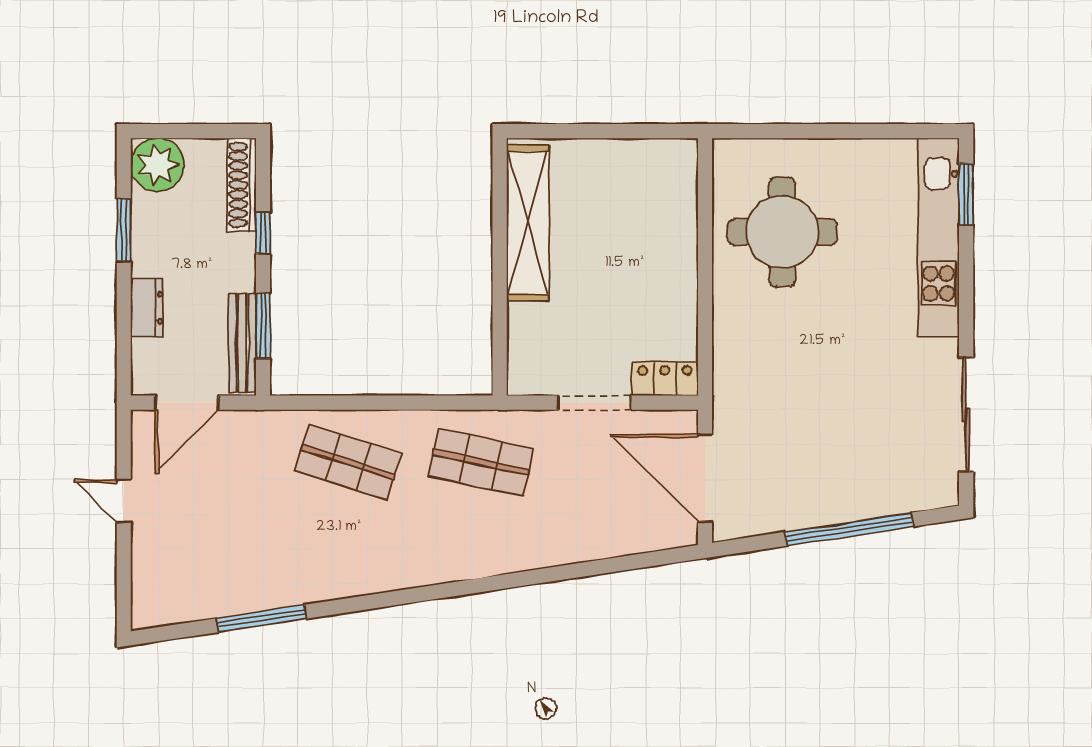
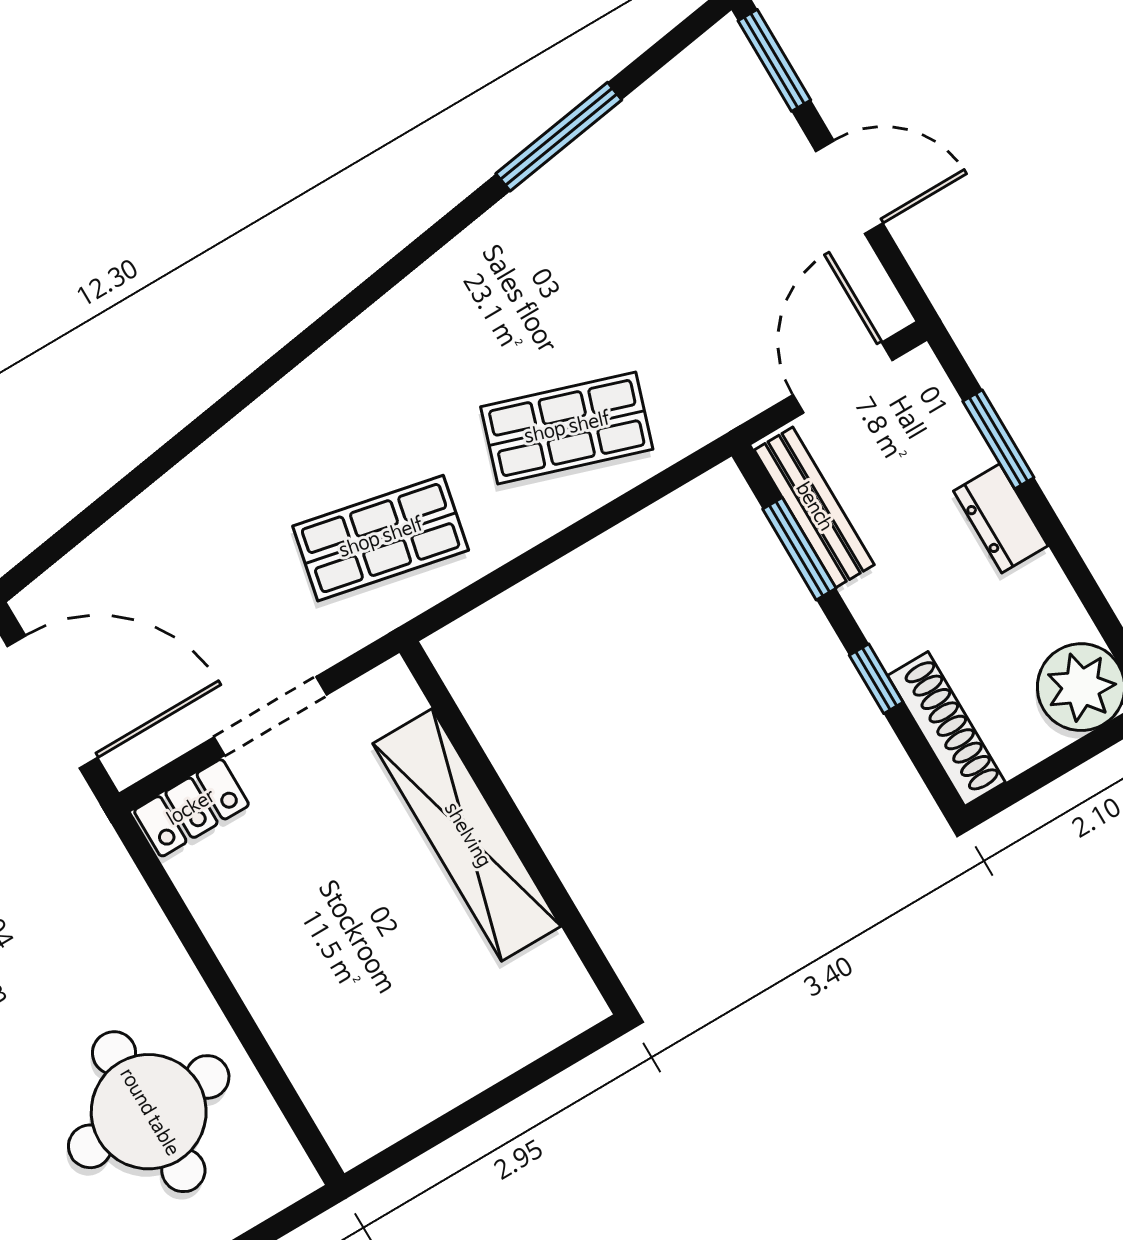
shelving: (528, 223) -> (467, 835), moved
window: (124, 230) -> (998, 439), moved
dresser: (147, 308) -> (1001, 518), moved
door: (124, 501) -> (849, 187), width x1.38
window: (124, 591) -> (774, 60), added

